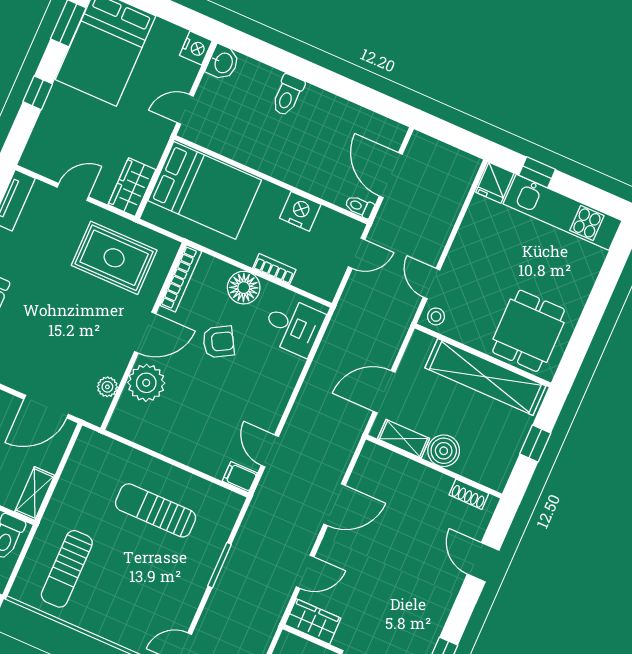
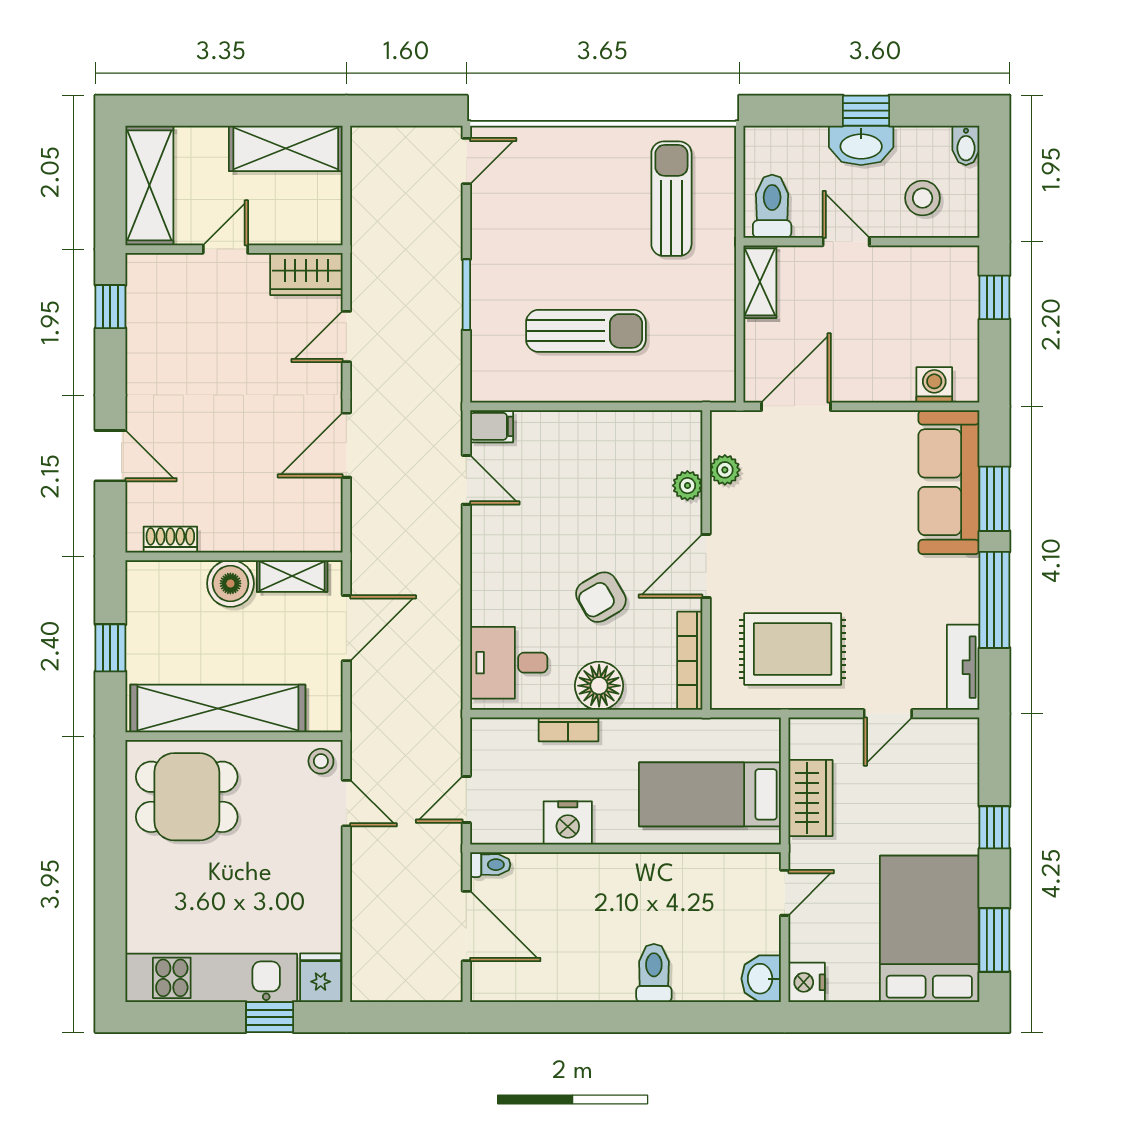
wardrobe: (132, 187) -> (811, 798), moved
bed: (205, 190) -> (710, 794), width x0.67
dining table: (529, 331) -> (187, 797), turned 90
plant: (146, 383) -> (687, 486), width x0.53, depth x0.53

